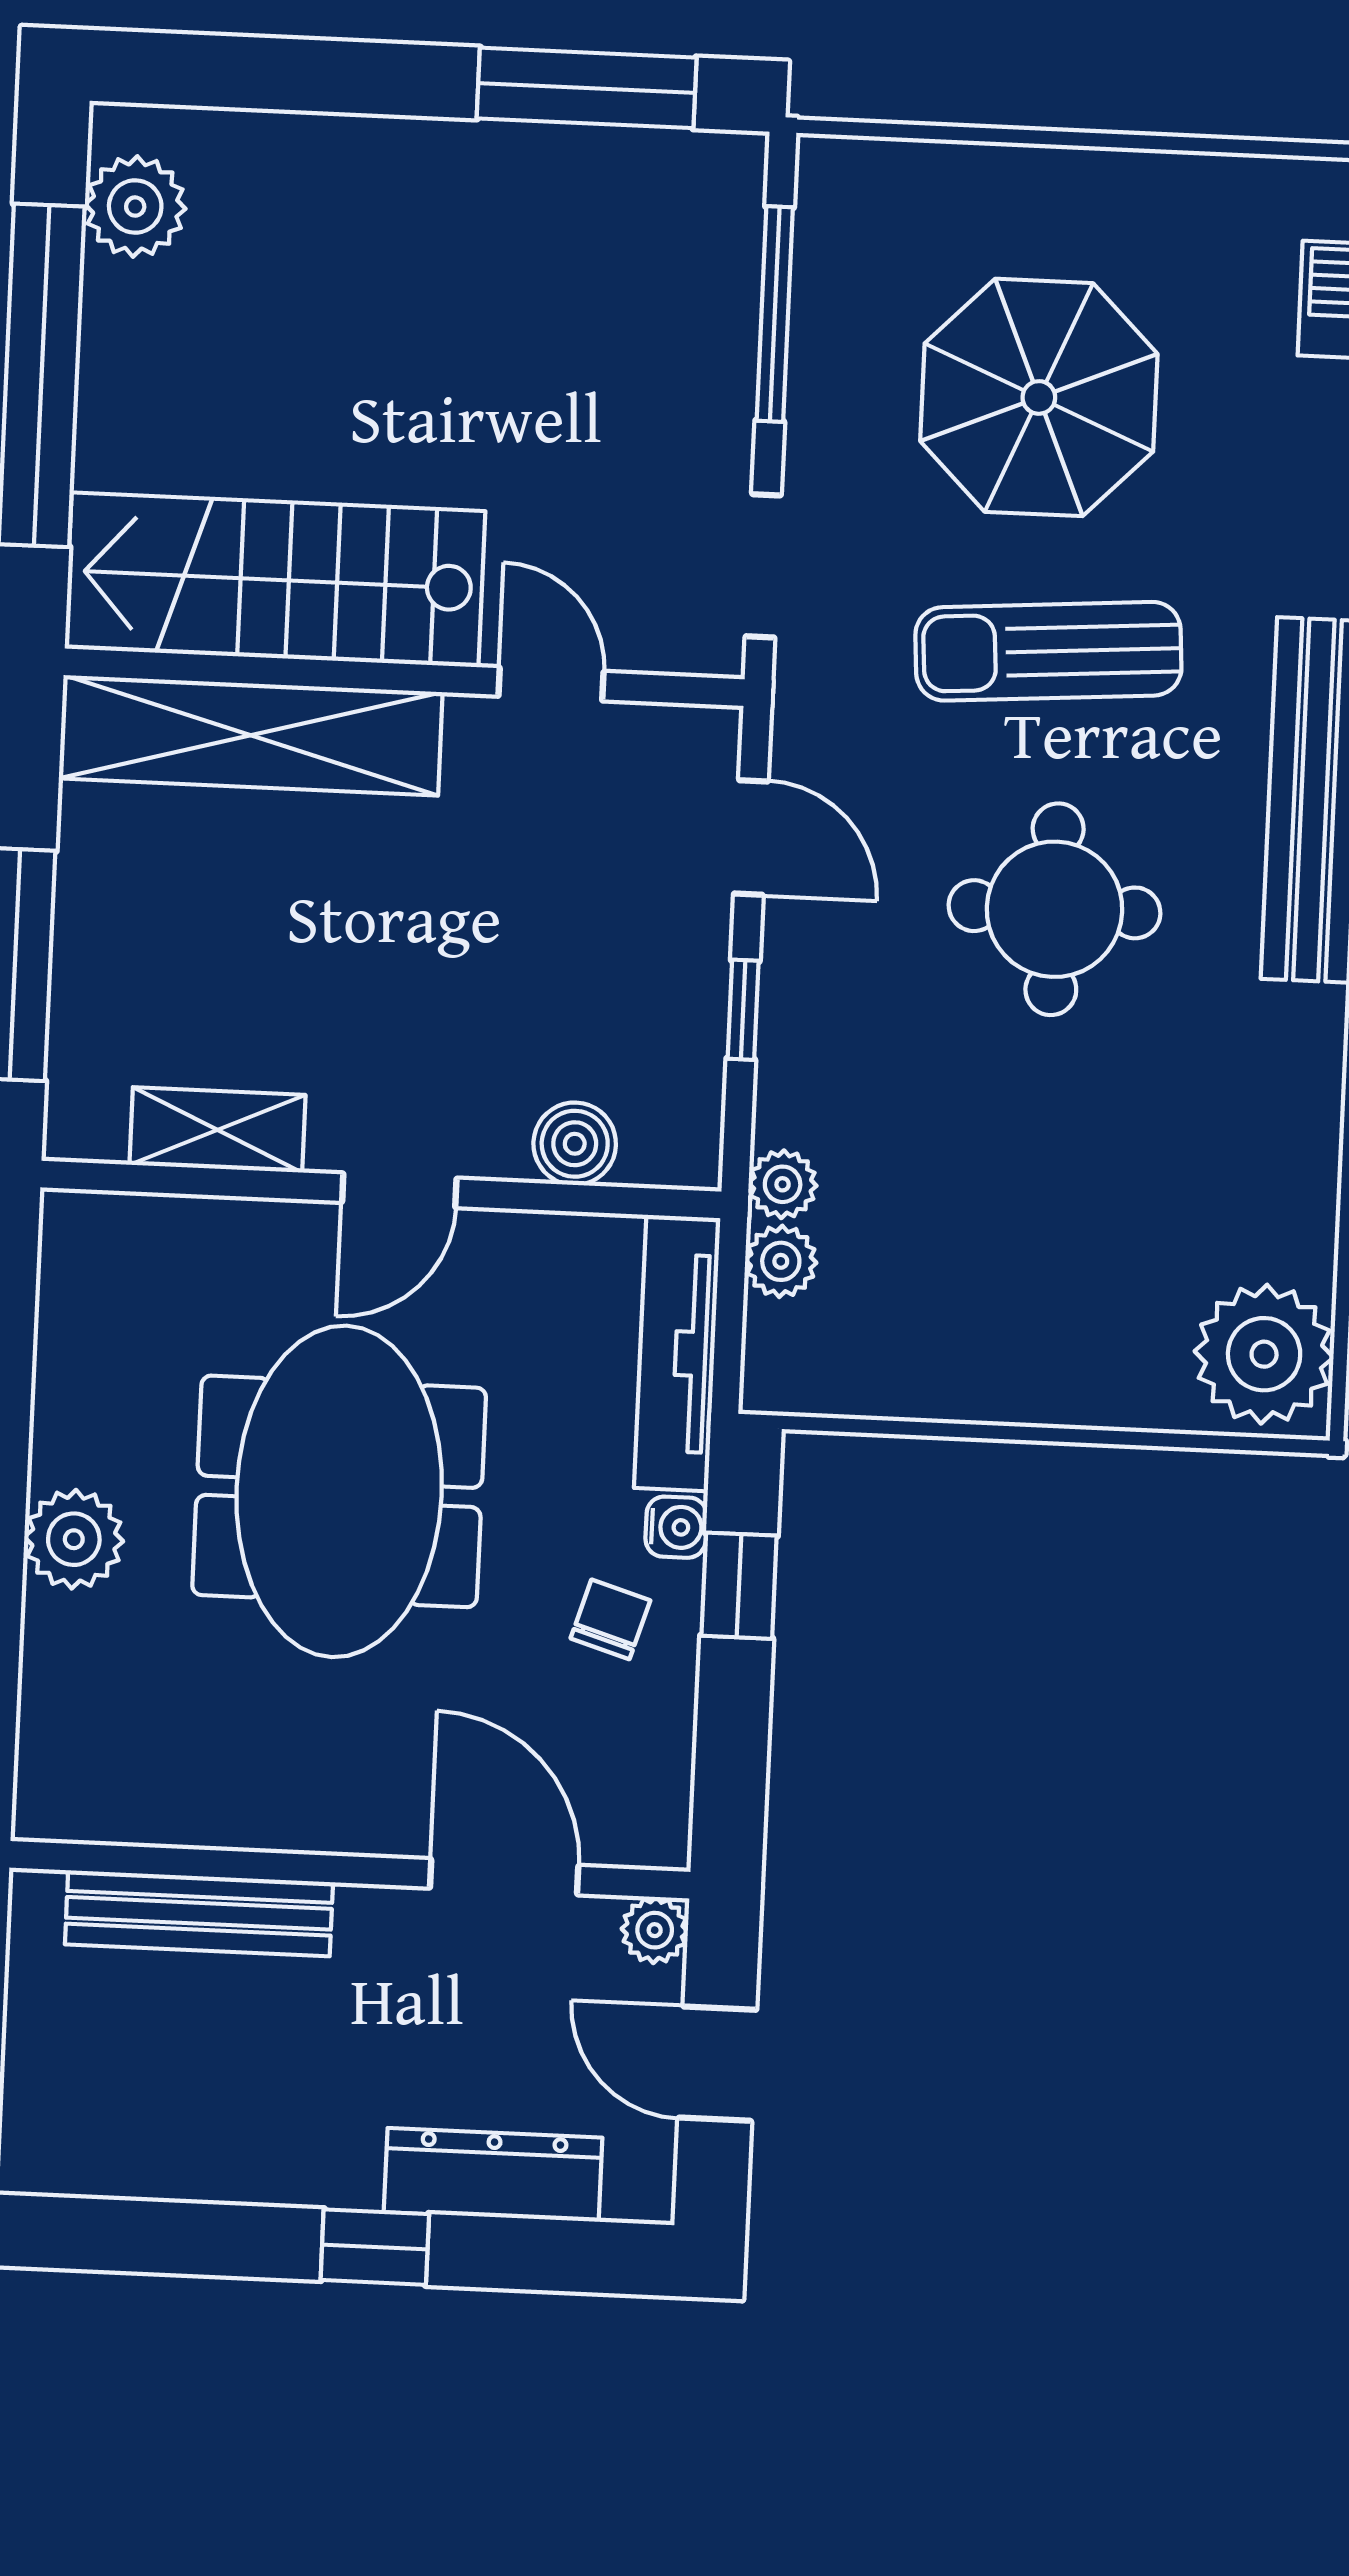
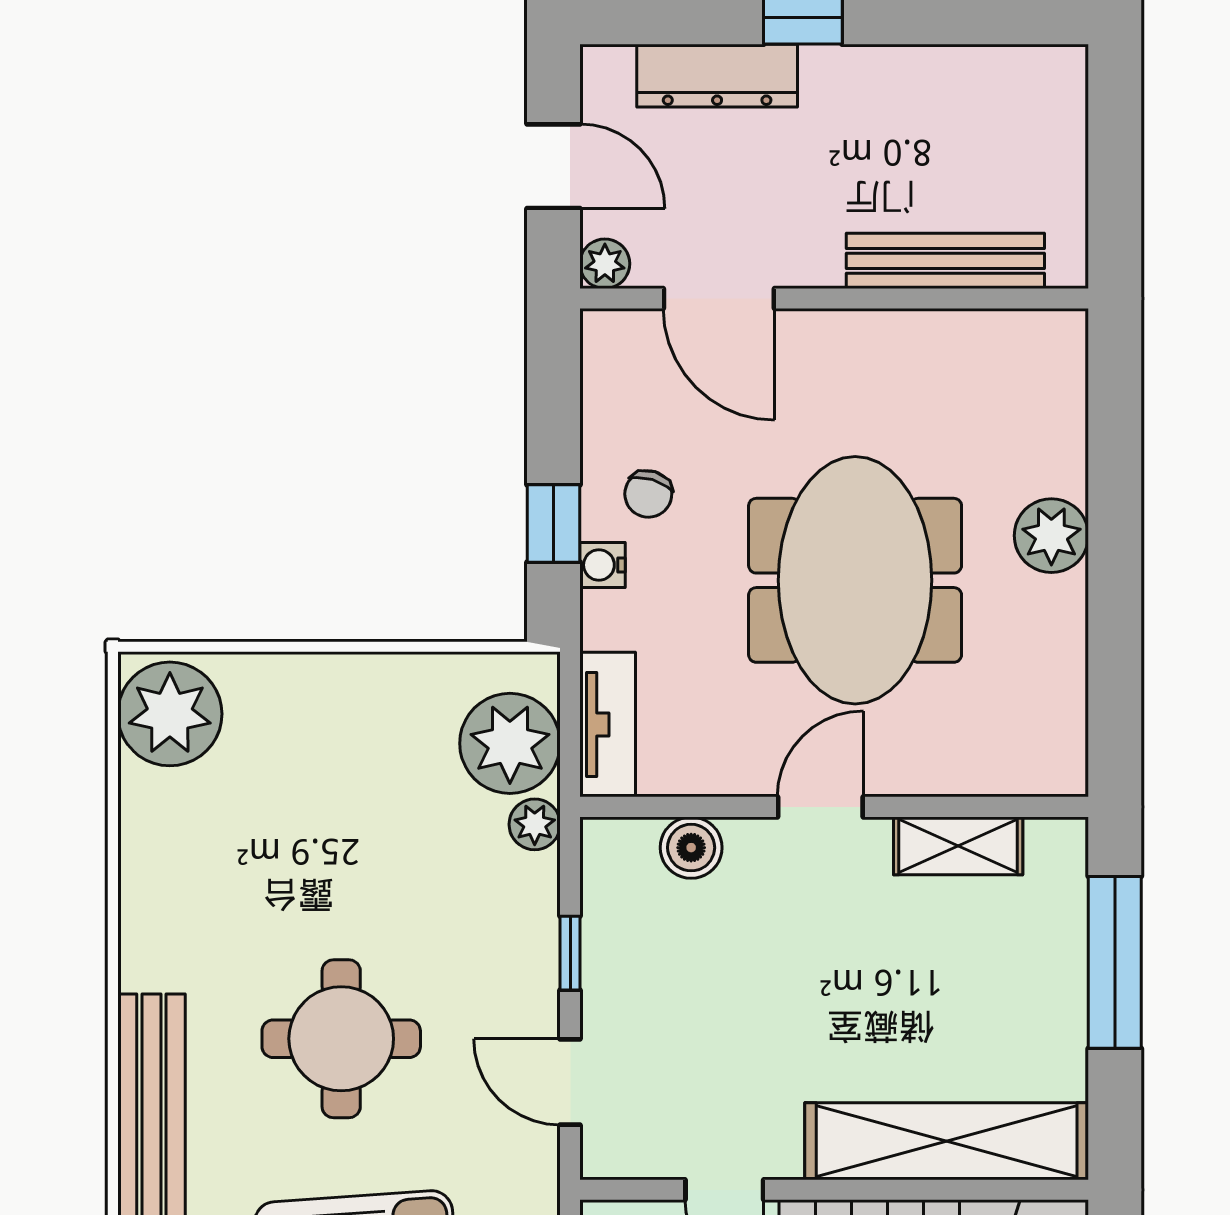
plant: (781, 1261) -> (510, 743), width x1.88, depth x1.88
tv unit: (677, 1353) -> (608, 725), width x0.71

